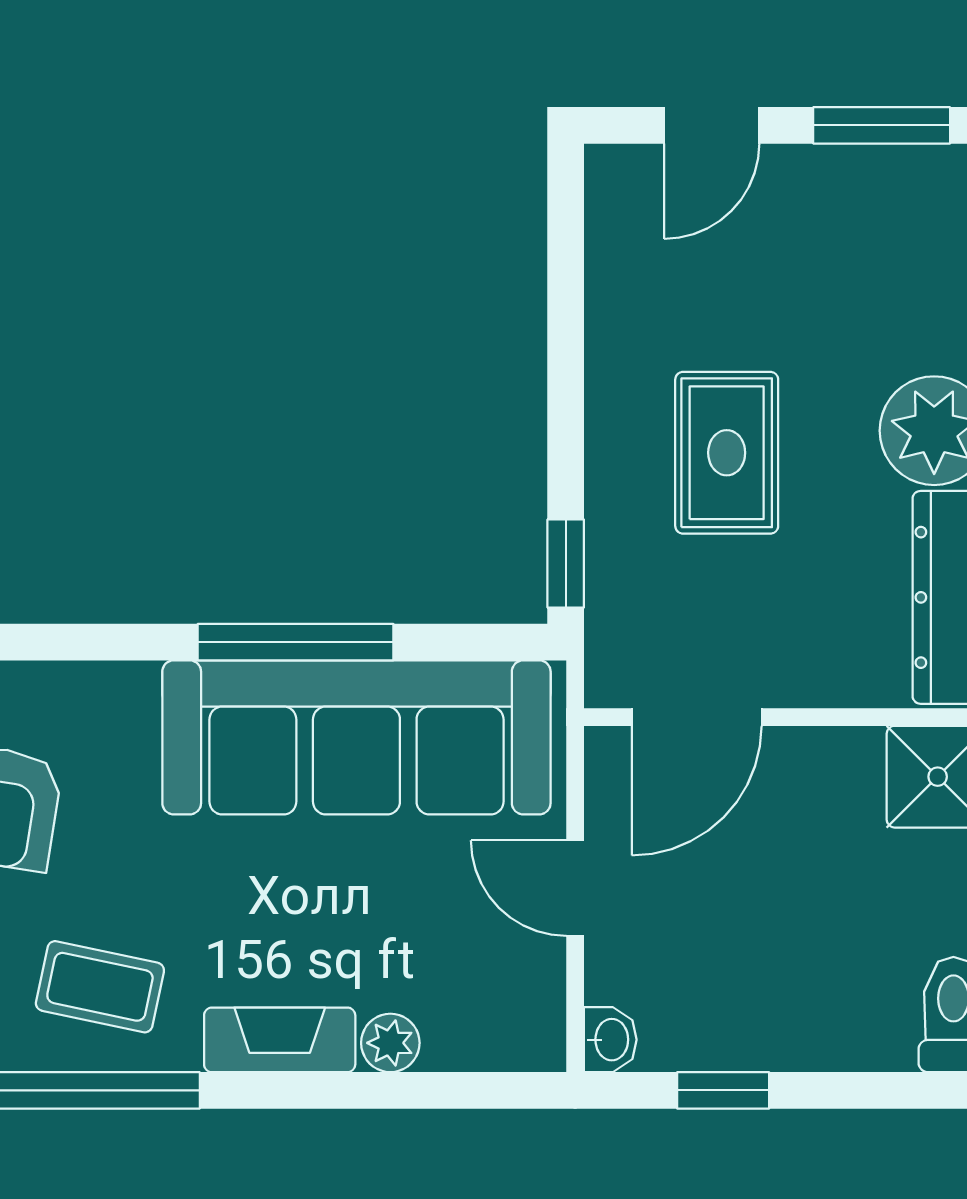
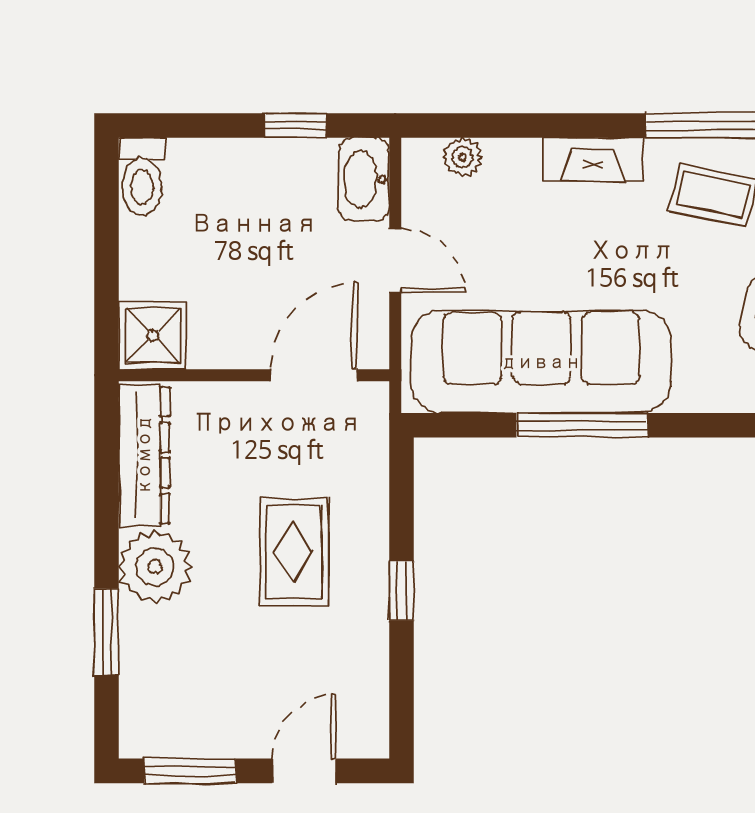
window: (566, 564) -> (401, 591), moved
washbasin: (610, 1040) -> (364, 179), width x1.91, depth x1.45
plant: (390, 1043) -> (462, 157), moved

